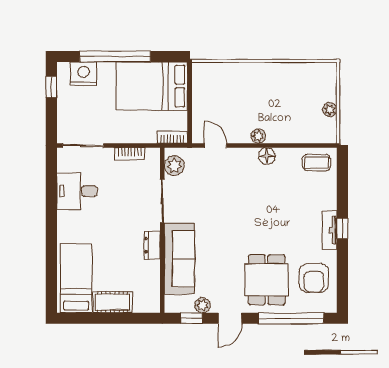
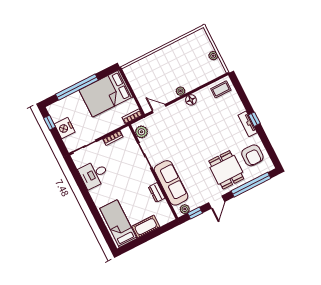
nightstand: (84, 74) -> (65, 128), moved, turned -90
dresser: (152, 245) -> (157, 193), moved
plant: (203, 305) -> (185, 209), moved

